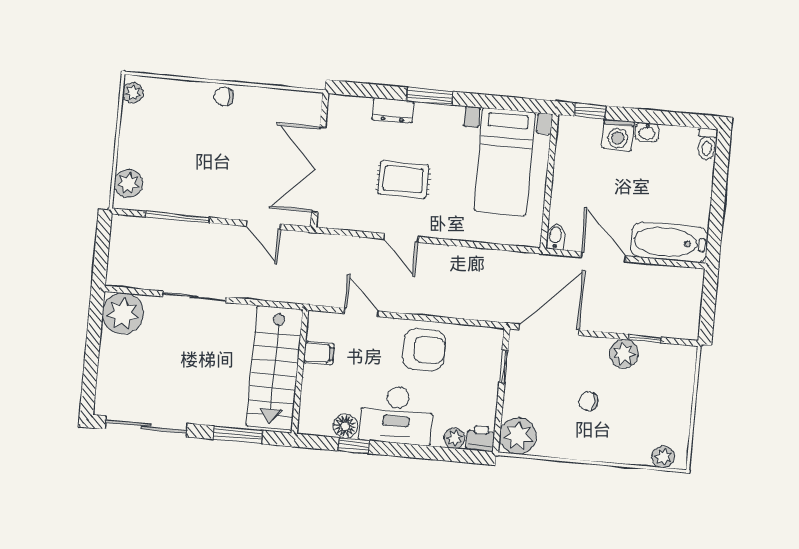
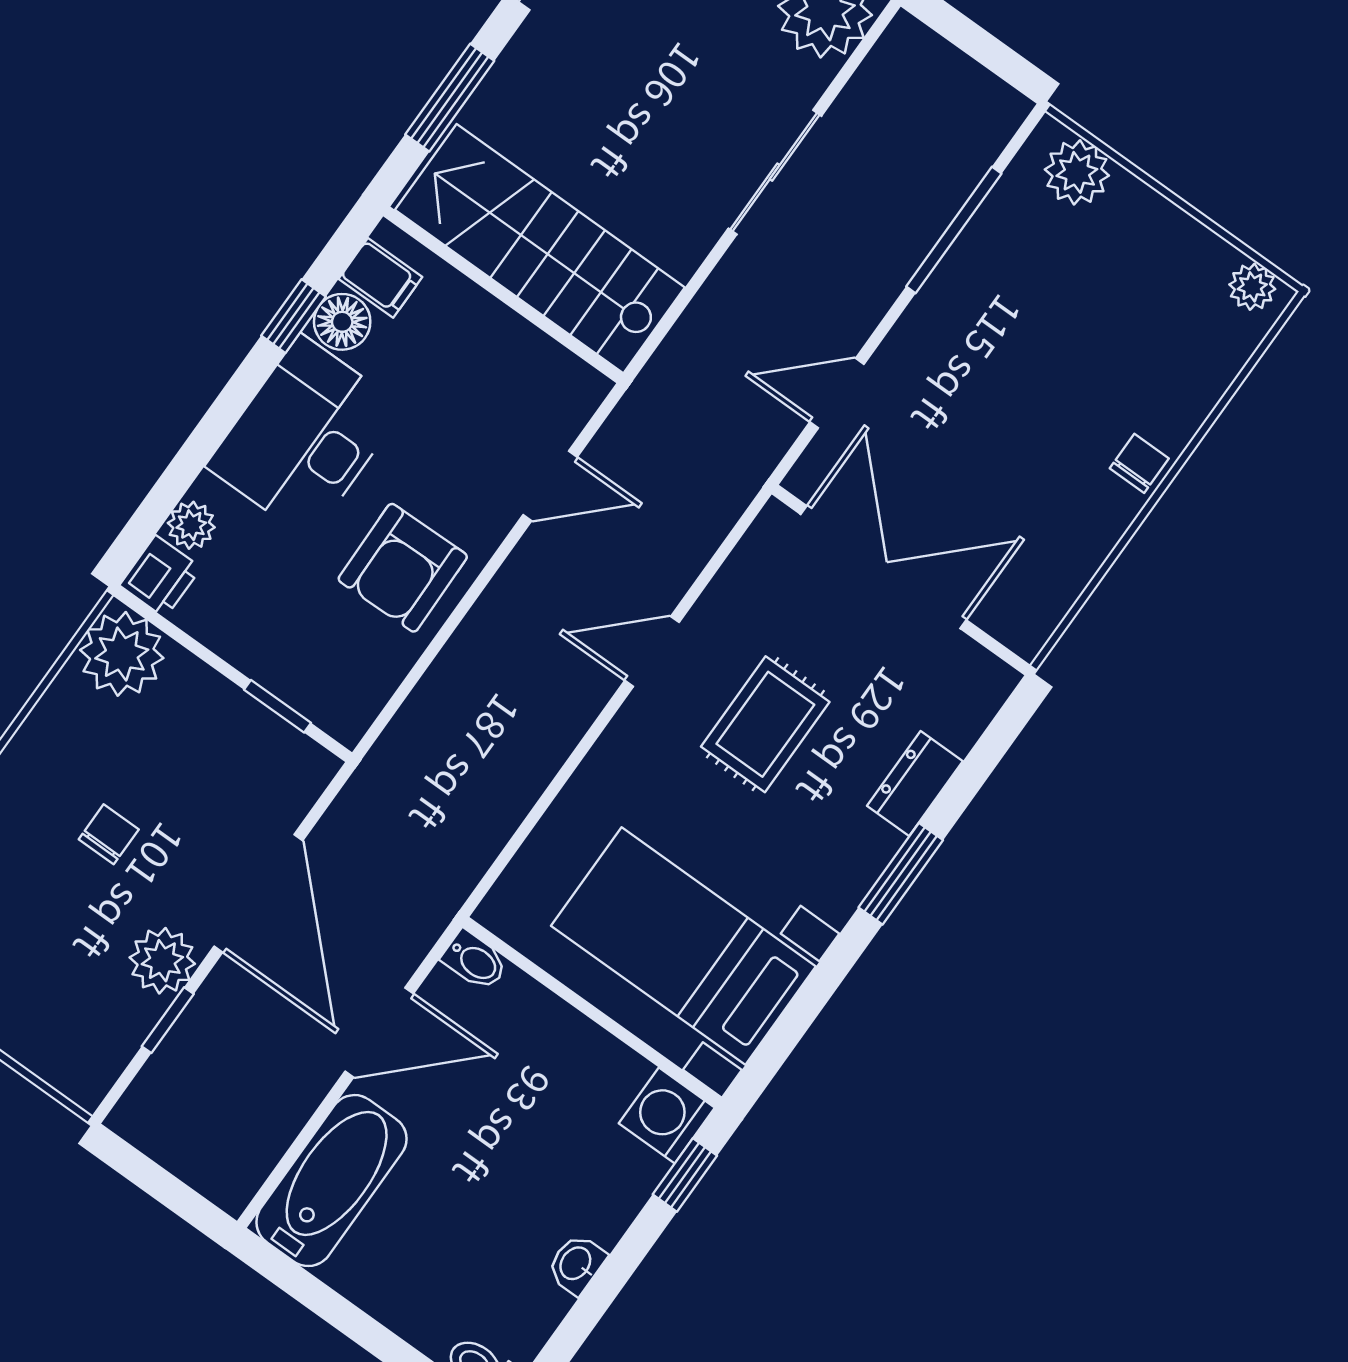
washing machine: (618, 135) -> (667, 1115), moved
door: (549, 330) -> (258, 893), moved
filing cabinet: (319, 353) -> (380, 278), moved, turned -90

